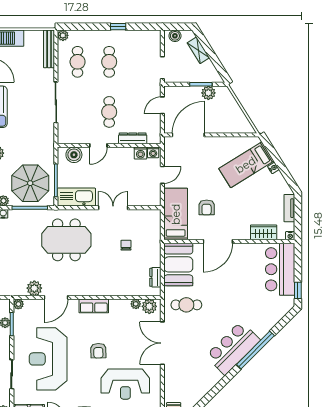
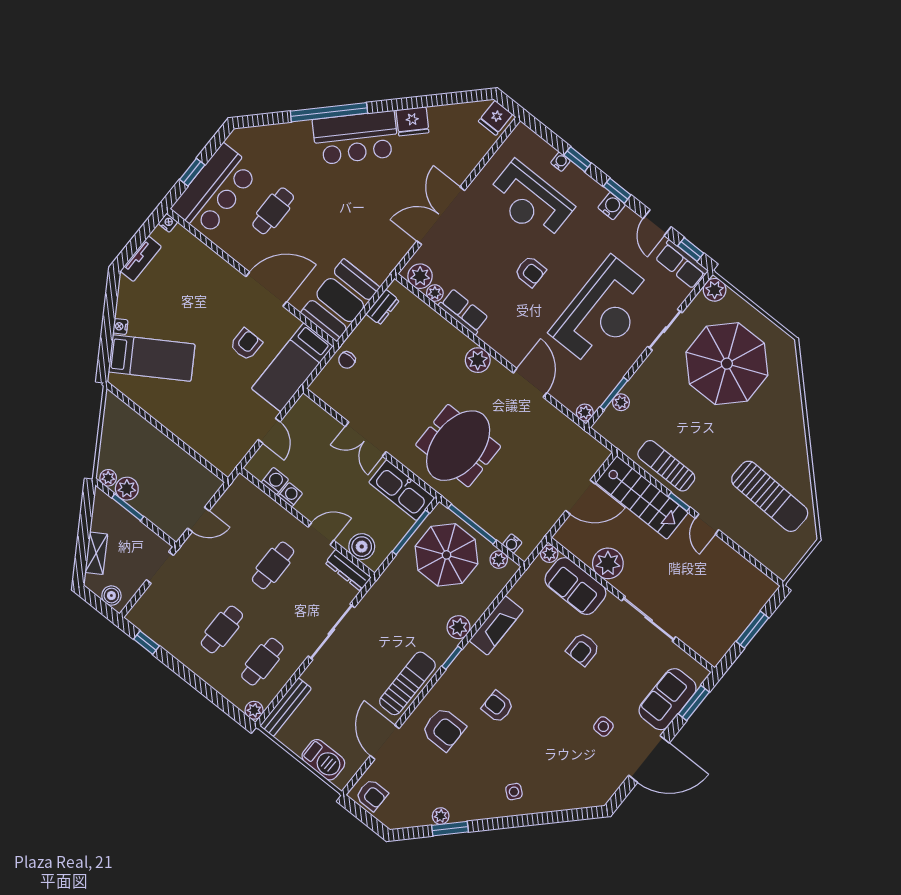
window: (118, 27) -> (146, 643), moved
plant: (221, 91) -> (108, 478), added
door: (188, 135) -> (195, 455), removed
dresser: (133, 138) -> (348, 570), moved
washing machine: (153, 152) -> (290, 495), moved
door: (162, 175) -> (269, 431), swing flipped
wardrobe: (264, 232) -> (199, 254), removed
meeting table: (66, 240) -> (458, 446), turned 90
chair: (126, 245) -> (347, 360), moved
plant: (34, 288) -> (478, 360), moved
window: (298, 290) -> (192, 172), moved
door: (56, 297) -> (530, 383), hinge flipped
cafe table: (186, 305) -> (273, 211), moved, turned 90
row of seats: (94, 306) -> (463, 312), moved
double door: (162, 343) -> (441, 216), swing flipped
armchair: (98, 351) -> (530, 272), turned 91
fridge: (212, 377) -> (412, 121), added
reception desk: (125, 384) -> (530, 201), turned 180

